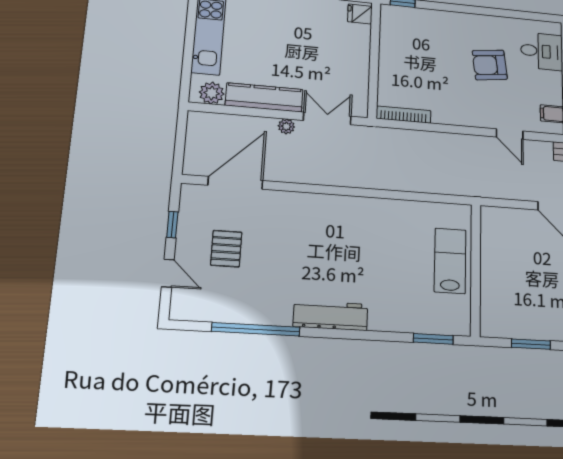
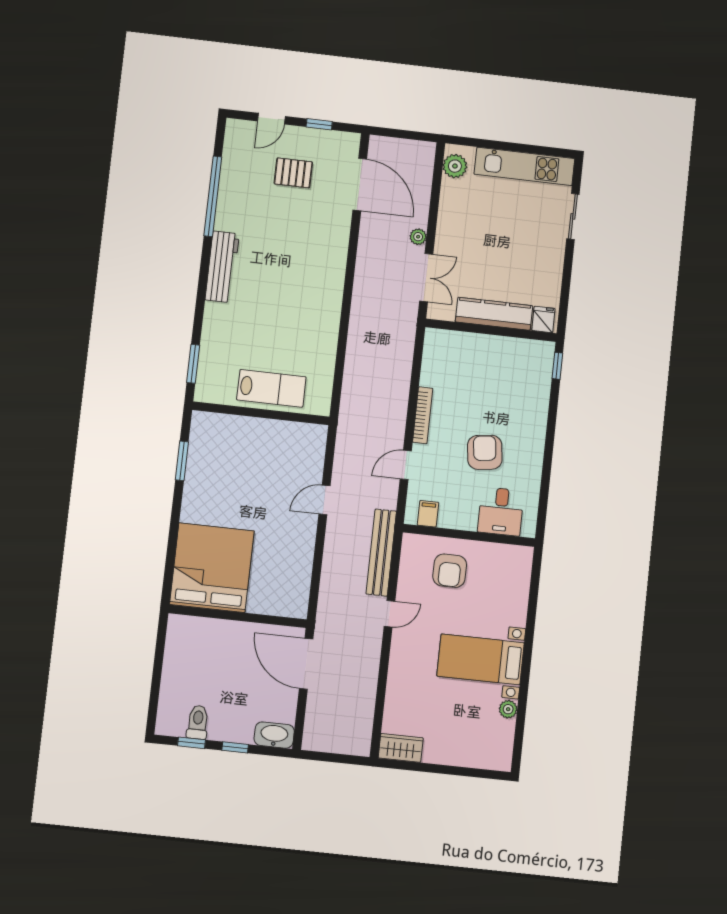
kitchen counter: (264, 97) -> (494, 314), moved, turned -90
bookcase: (404, 115) -> (423, 415), moved

